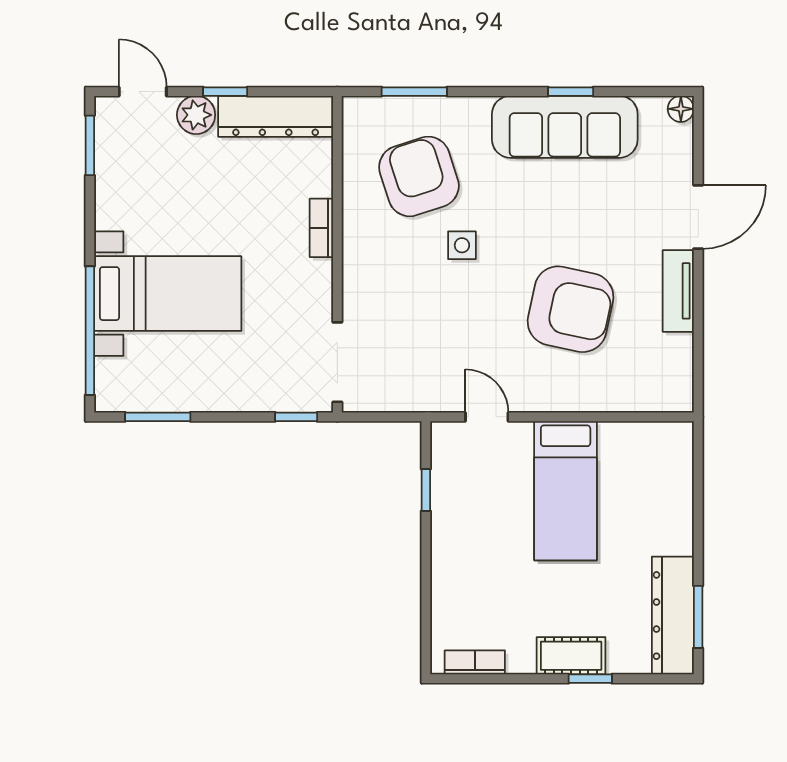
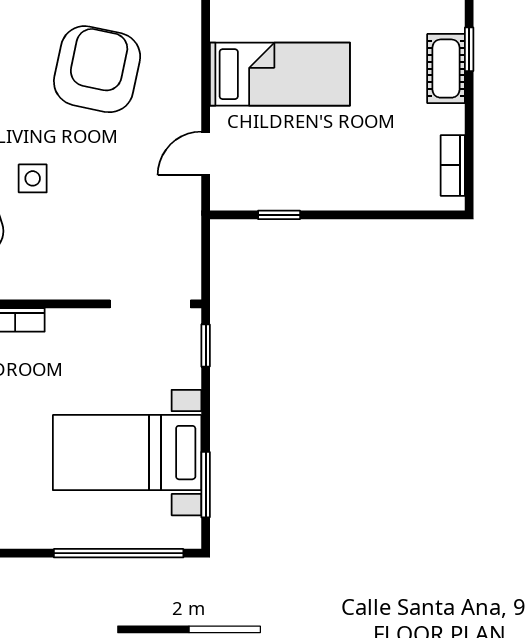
bed with nightstands: (168, 294) -> (127, 453), moved, turned -90

